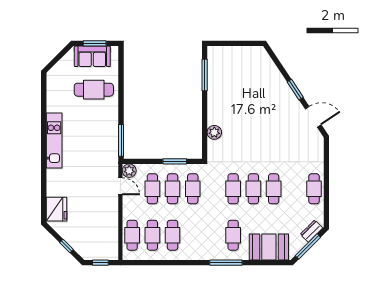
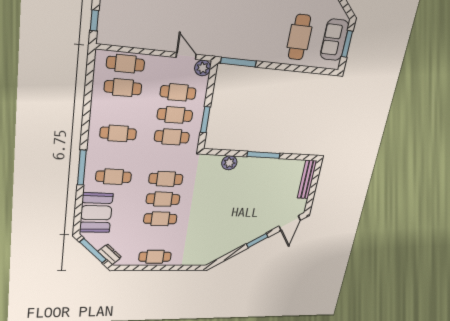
bench: (227, 52) -> (307, 180), added
window: (205, 75) -> (263, 155), moved
door: (313, 117) -> (290, 223), moved
door: (120, 186) -> (186, 56), swing flipped
cafe table: (173, 235) -> (118, 133), moved

